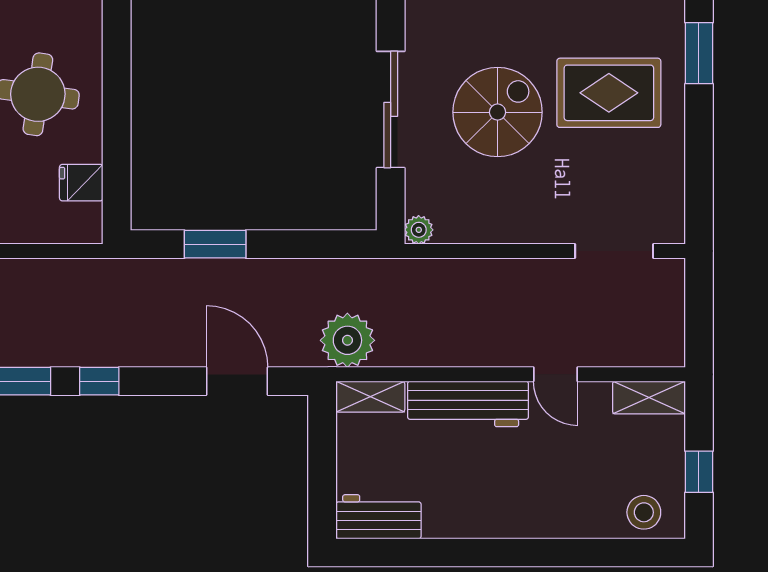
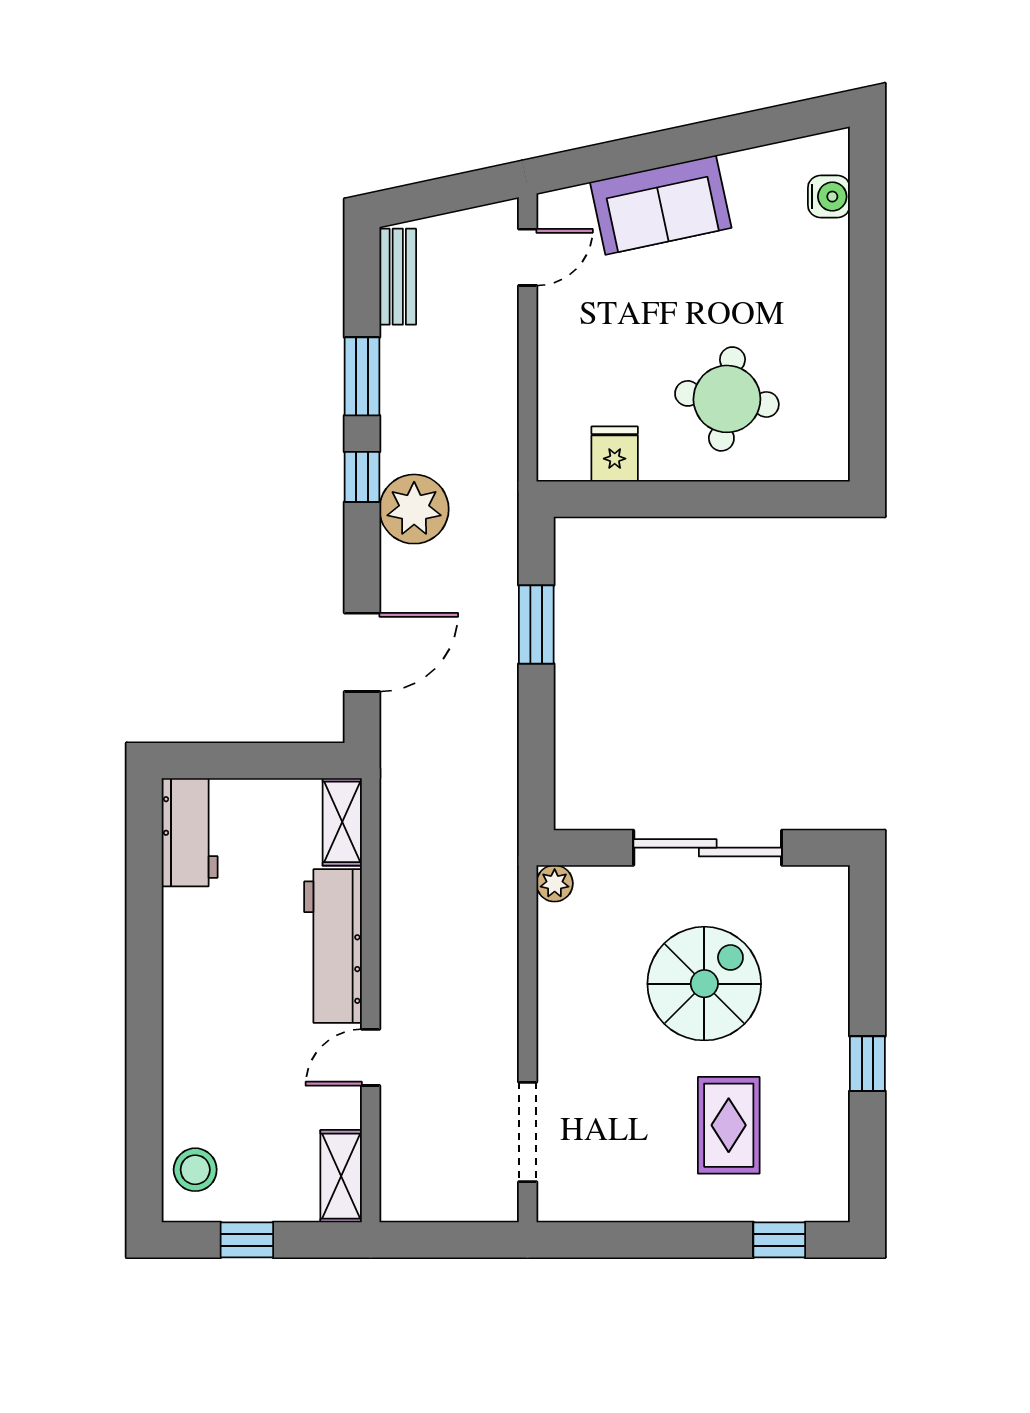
window: (699, 53) -> (779, 1240), width x0.67
rug: (609, 93) -> (729, 1125), width x0.73, depth x0.70
spiral stairs: (498, 112) -> (704, 984), turned -90
plant: (347, 340) -> (414, 509), moved

